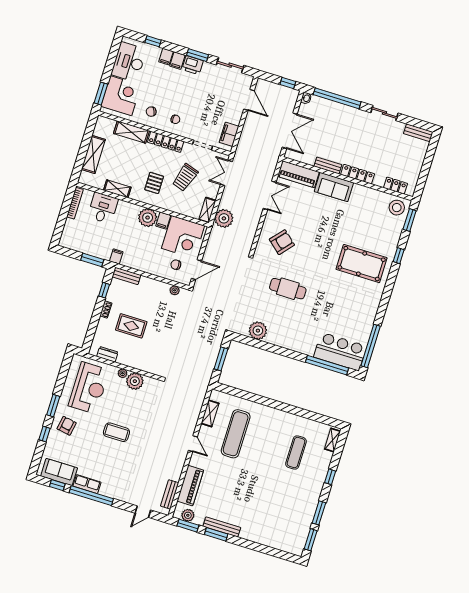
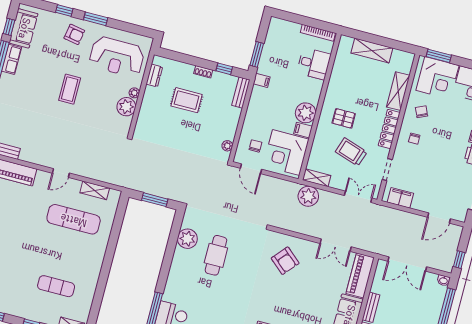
shelving: (117, 189) -> (336, 78), removed
cafe table: (288, 289) -> (216, 255), moved
rug: (131, 326) -> (187, 100), turned 90

